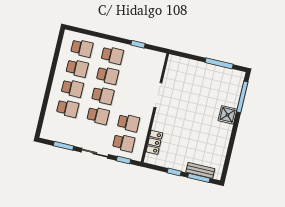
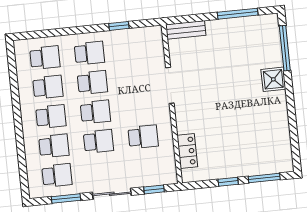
school desk: (124, 143) -> (57, 175), moved
bench: (200, 170) -> (186, 30), moved

